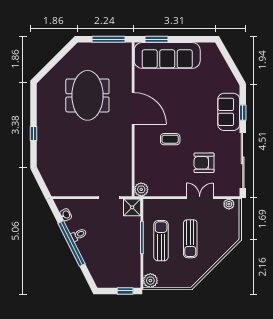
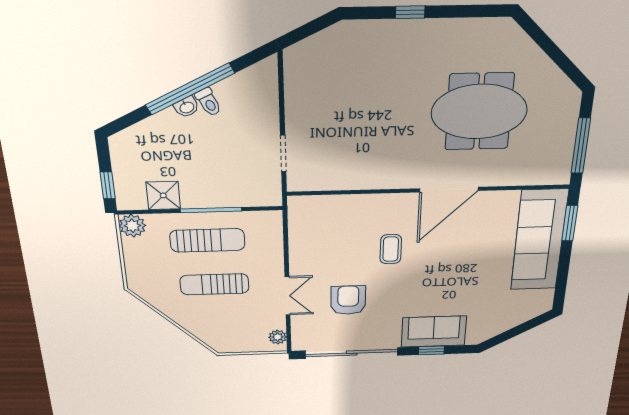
plant: (141, 189) -> (300, 207), removed
shower: (132, 207) -> (163, 195), moved
washbasin: (66, 215) -> (187, 107), moved

